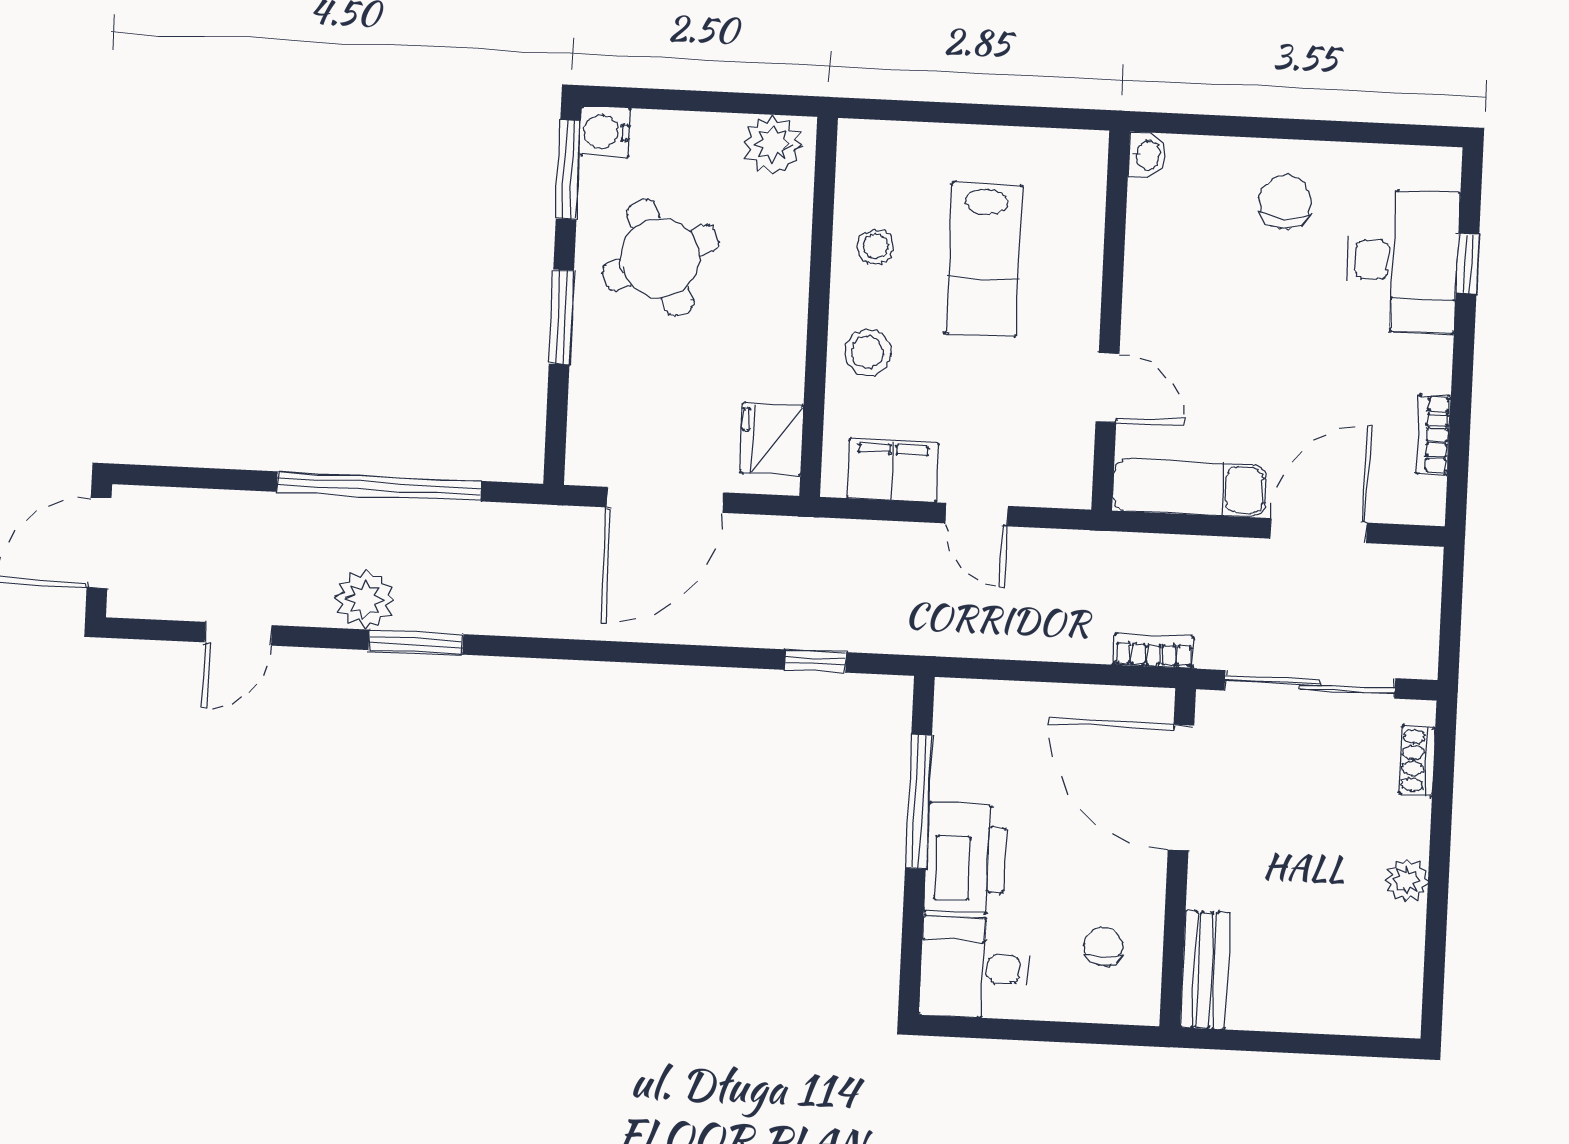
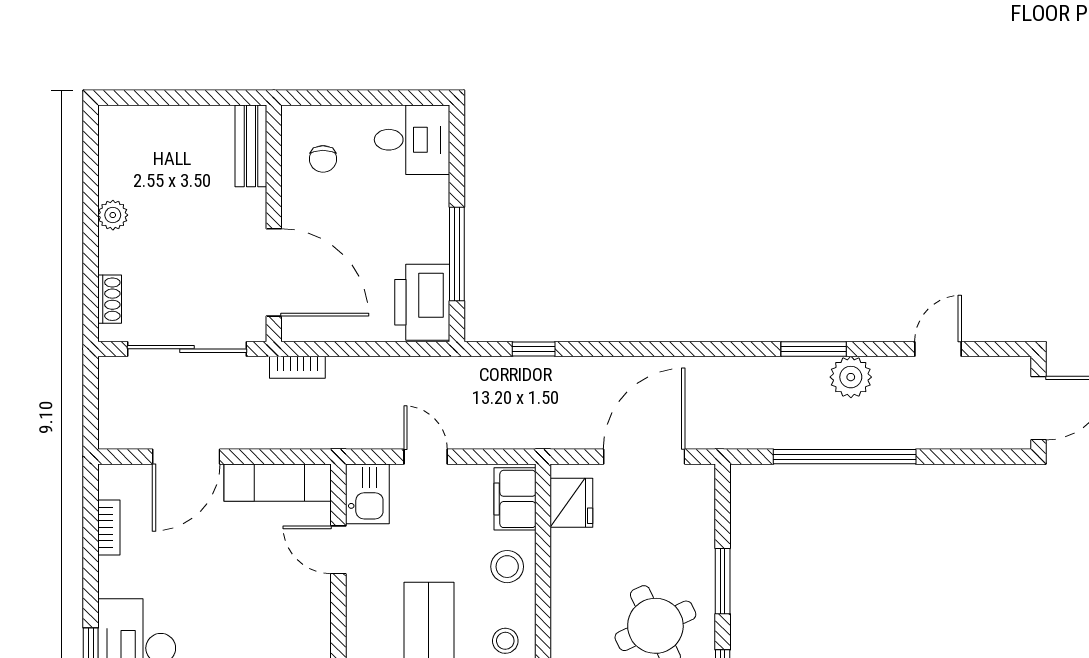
kitchen sink: (1062, 465) -> (367, 494), added
filing cabinet: (893, 470) -> (515, 499), moved, turned 90
printer: (965, 859) -> (422, 302), moved

